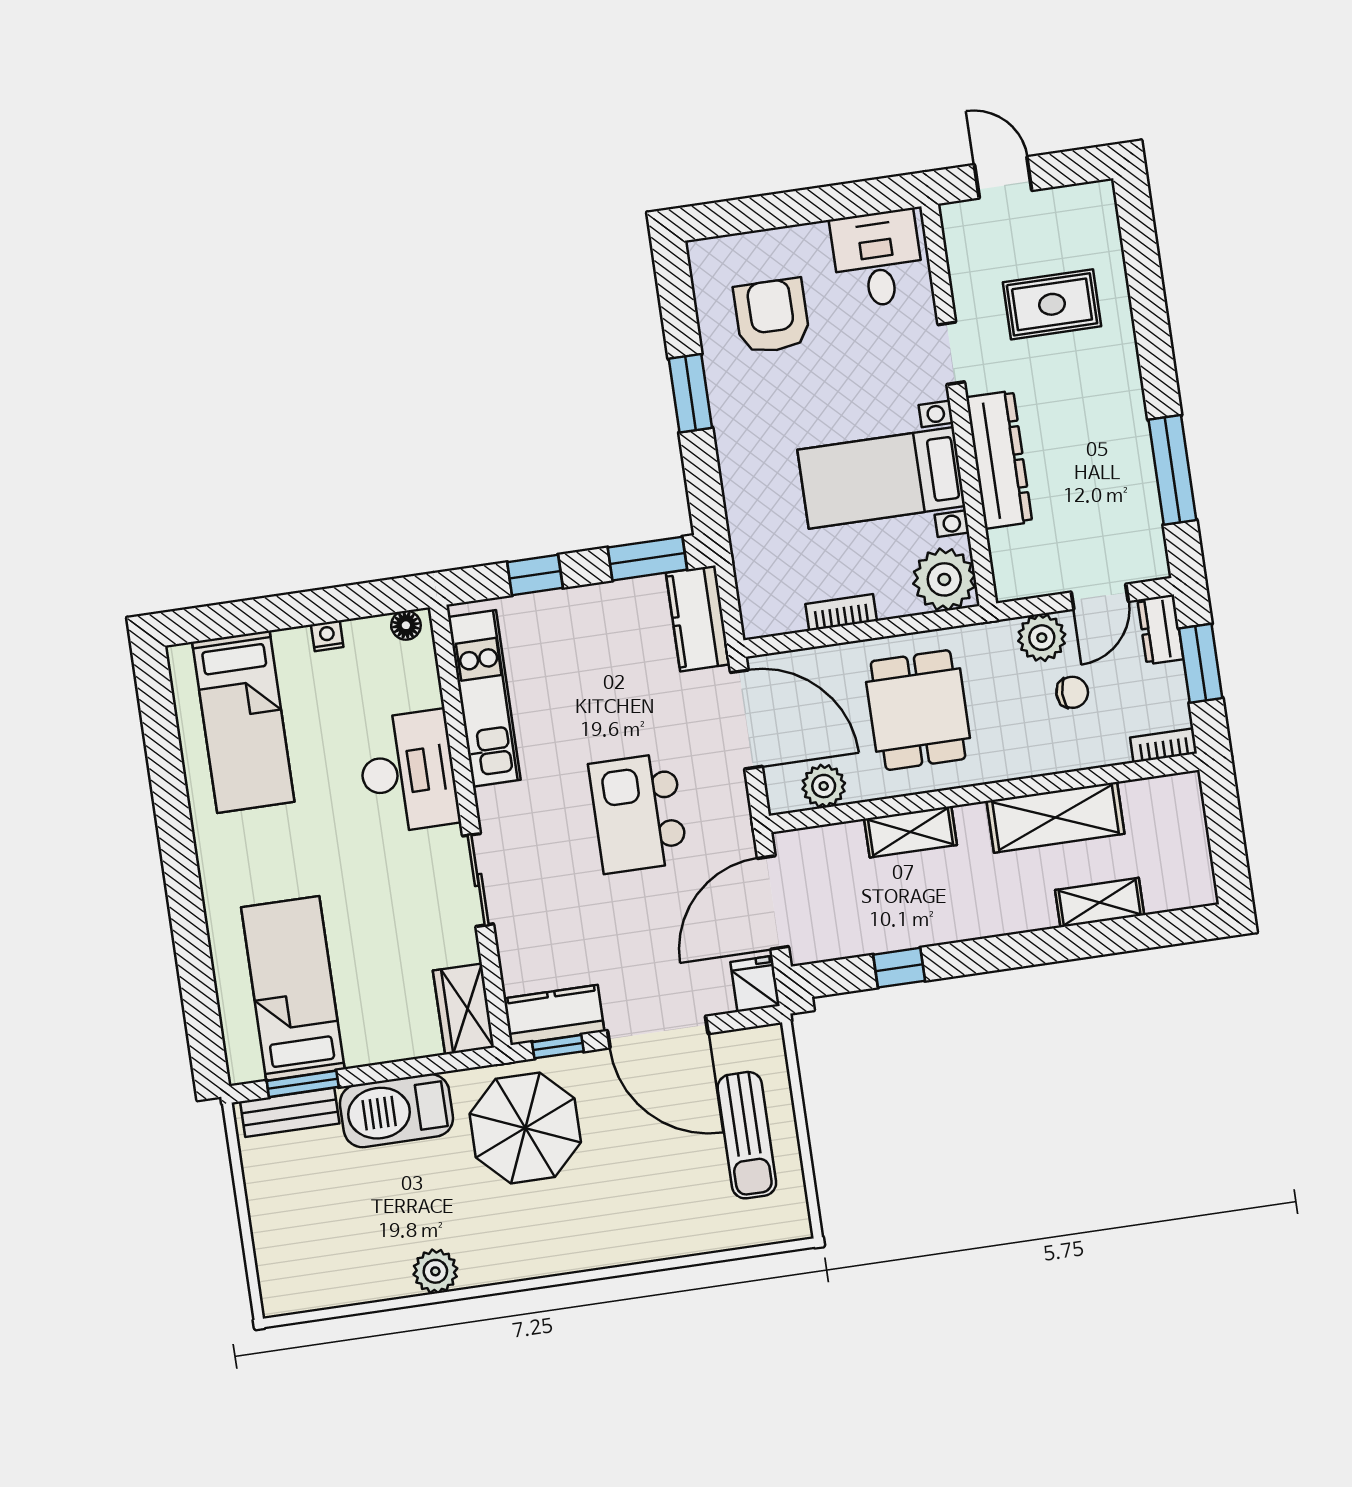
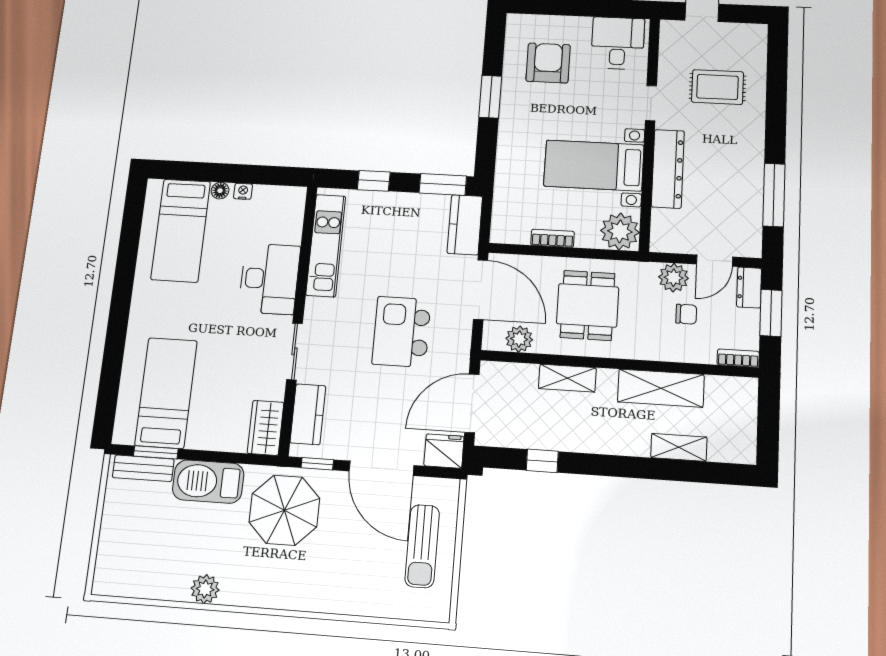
floor lamp: (406, 625) -> (220, 191), moved
fridge: (755, 984) -> (444, 451), width x1.38
kitchen counter: (554, 1015) -> (308, 414), moved, turned 90

